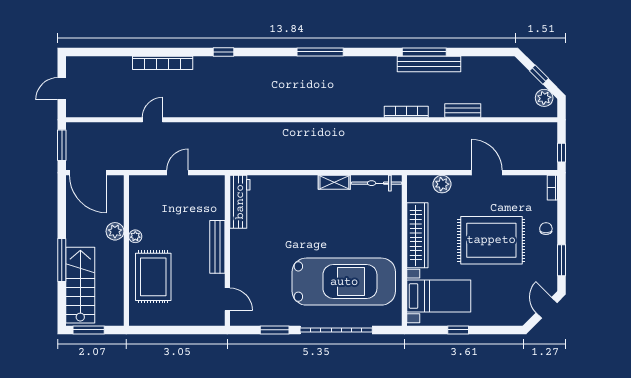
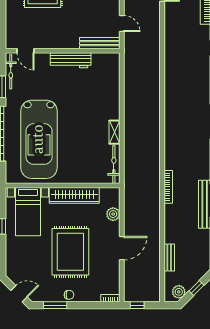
bench: (463, 110) -> (169, 257), moved
door: (178, 173) -> (122, 23), moved
workbench: (240, 202) -> (71, 60), moved
chair: (546, 229) -> (69, 295), moved
bench: (217, 247) -> (100, 43), moved
door: (227, 299) -> (25, 51), hinge flipped
bicycle: (255, 319) -> (11, 72), added

